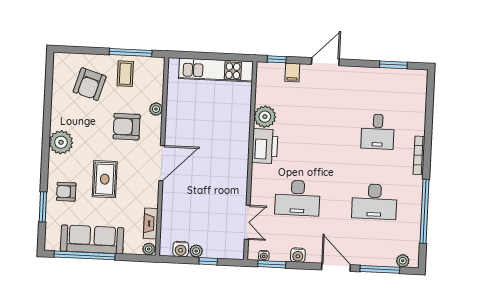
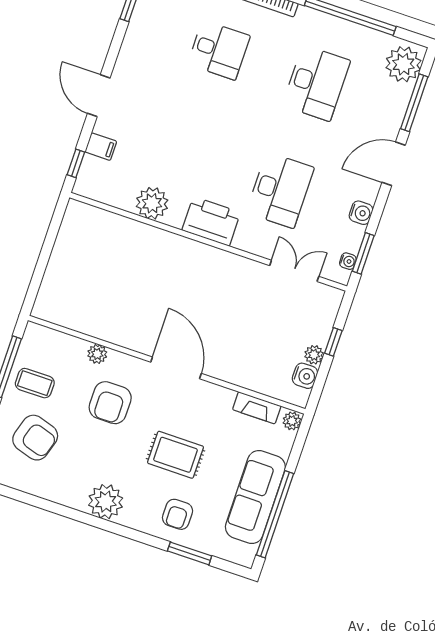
kitchen unit: (216, 70) -> (66, 254), removed
printer: (265, 146) -> (211, 221), moved
plant: (403, 261) -> (403, 64), width x1.87, depth x1.87

